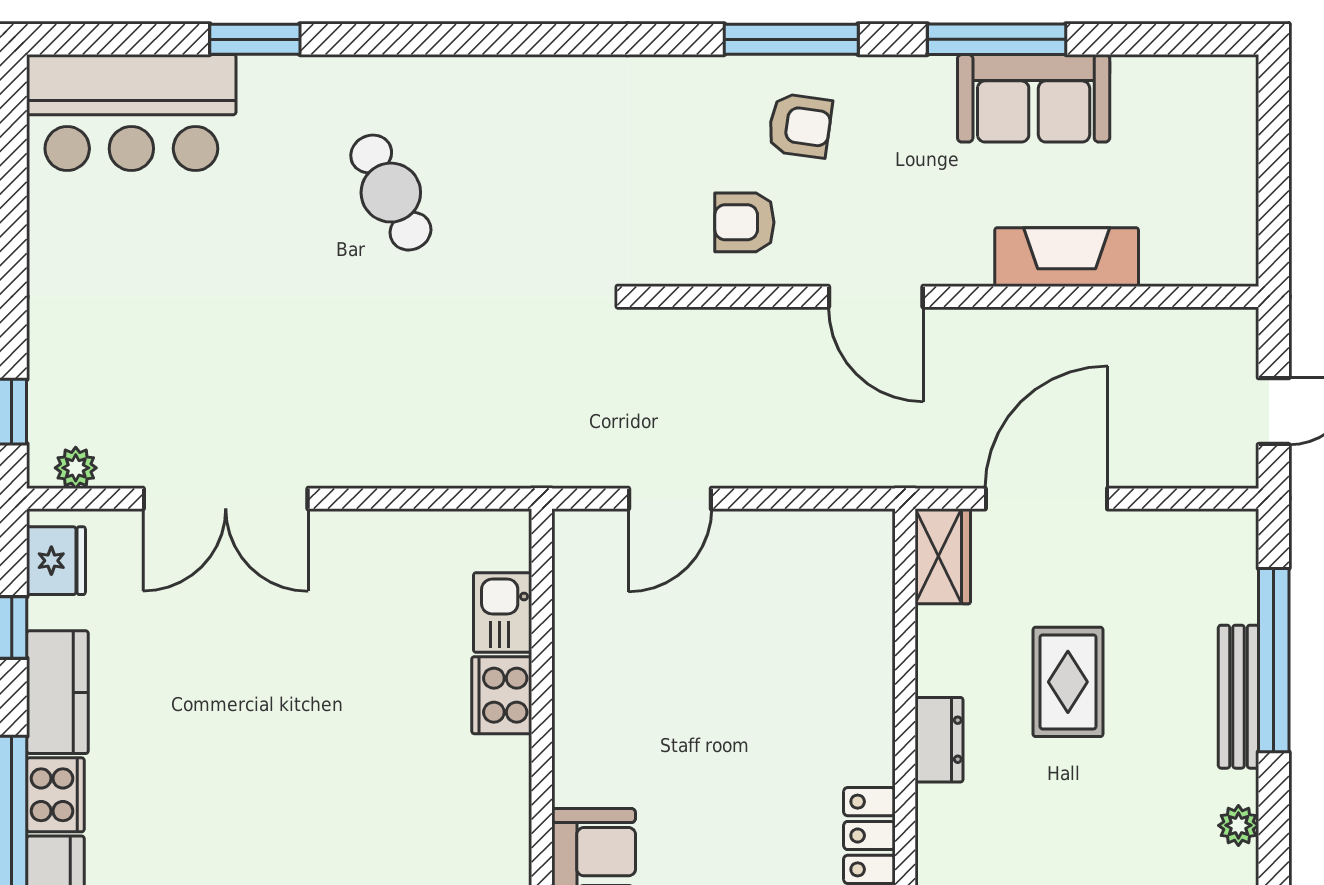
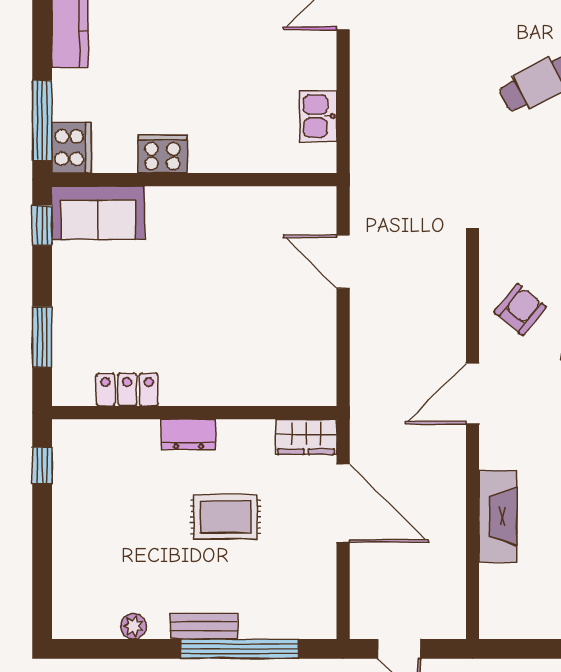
armchair: (744, 222) -> (520, 309), turned 39
kitchen sink: (503, 613) -> (318, 116), moved, turned -90
cooker: (502, 695) -> (162, 154), moved
bench: (1238, 697) -> (204, 626), width x0.73

